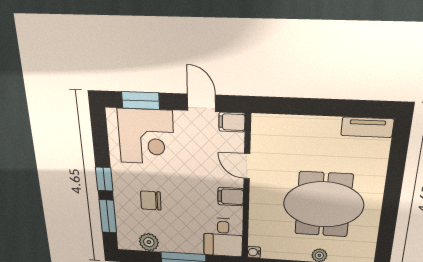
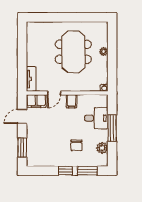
filing cabinet: (232, 122) -> (36, 101), width x2.00
tv unit: (367, 127) -> (31, 79), moved
corner desk: (146, 137) -> (41, 146), removed
desk: (223, 237) -> (96, 118), moved

